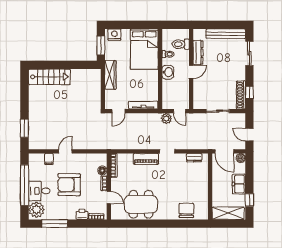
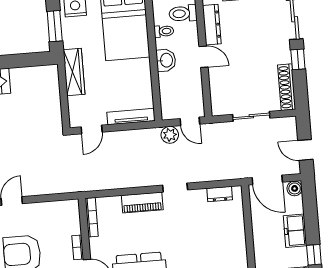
door: (191, 72) -> (203, 57), hinge flipped
window: (249, 92) -> (298, 59), moved
floor lamp: (102, 170) -> (74, 227), removed

